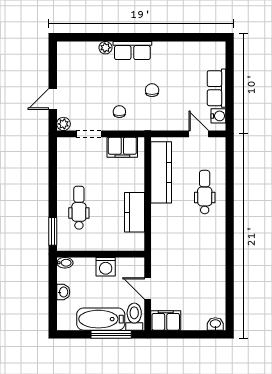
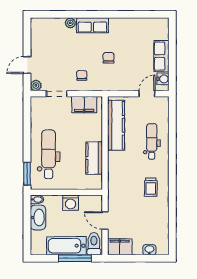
door: (199, 134) -> (147, 94), hinge flipped
dental chair: (79, 208) -> (49, 154), width x1.36, depth x1.38
trolley: (203, 248) -> (151, 187), added
washbasin: (63, 292) -> (38, 218), width x1.91, depth x1.45
washbasin: (215, 324) -> (149, 250), moved

